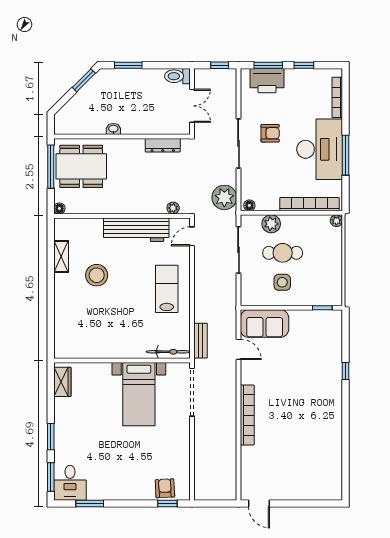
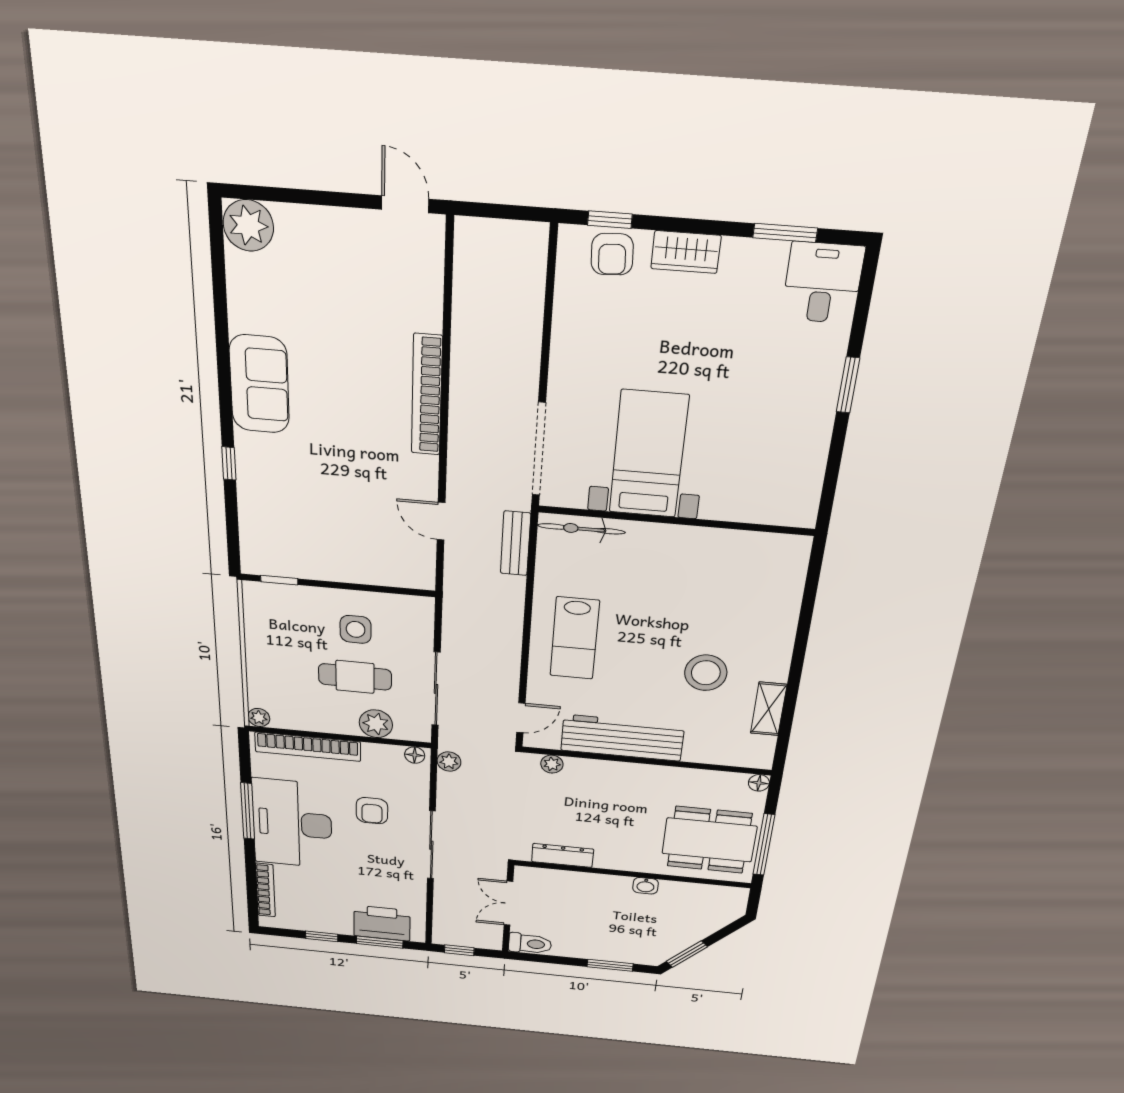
armchair: (270, 133) -> (372, 811), moved, turned -90
plant: (224, 197) -> (449, 762), width x0.53, depth x0.53
sofa: (265, 324) -> (259, 384), moved, turned 90
wardrobe: (62, 382) -> (686, 252), moved, turned -90
window: (51, 477) -> (864, 299), removed
plant: (331, 489) -> (248, 225), added

